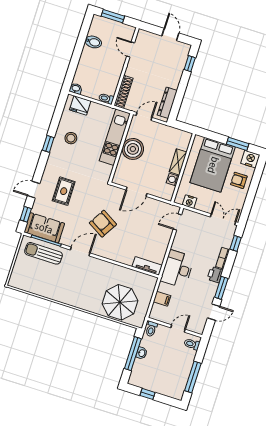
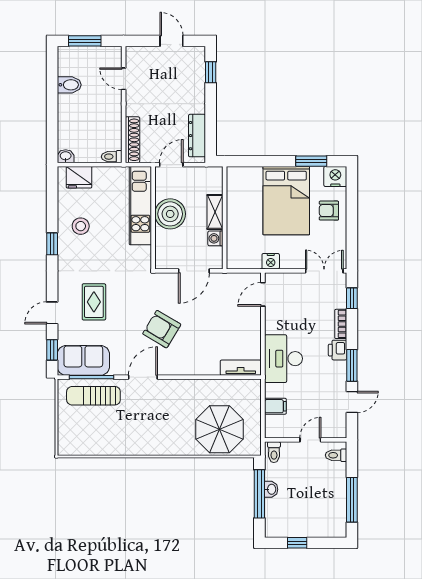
shelving: (178, 162) -> (215, 212), moved
wall: (183, 168) -> (225, 218), moved
washing machine: (173, 180) -> (215, 238), moved

